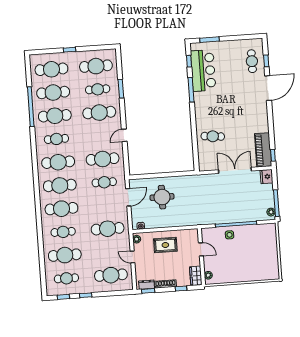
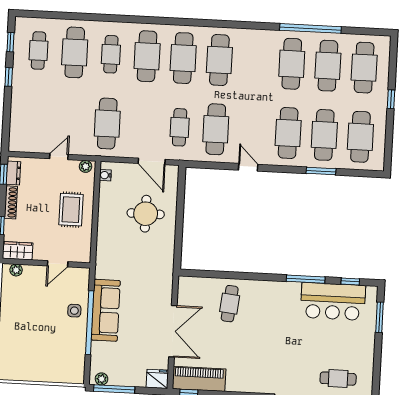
cafe table: (98, 89) -> (324, 135), width x1.37, depth x1.35
cafe table: (56, 139) -> (256, 62), removed
sofa: (227, 215) -> (106, 310), added
cafe table: (111, 275) -> (35, 120), removed

